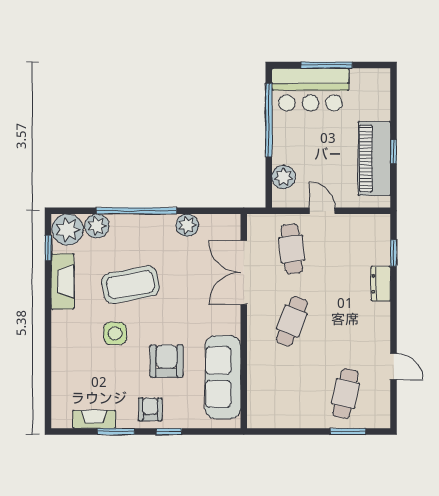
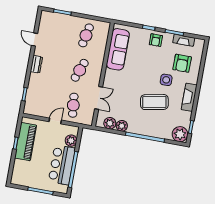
bar counter: (310, 90) -> (62, 165), moved, turned -90
door: (322, 211) -> (55, 121), swing flipped
plant: (97, 226) -> (110, 123), moved
double door: (244, 273) -> (99, 98), width x0.73
fireplace: (63, 281) -> (189, 97), moved
dresser: (381, 284) -> (36, 64), moved
armchair: (167, 361) -> (182, 63), moved
cafe table: (345, 393) -> (86, 35), moved

